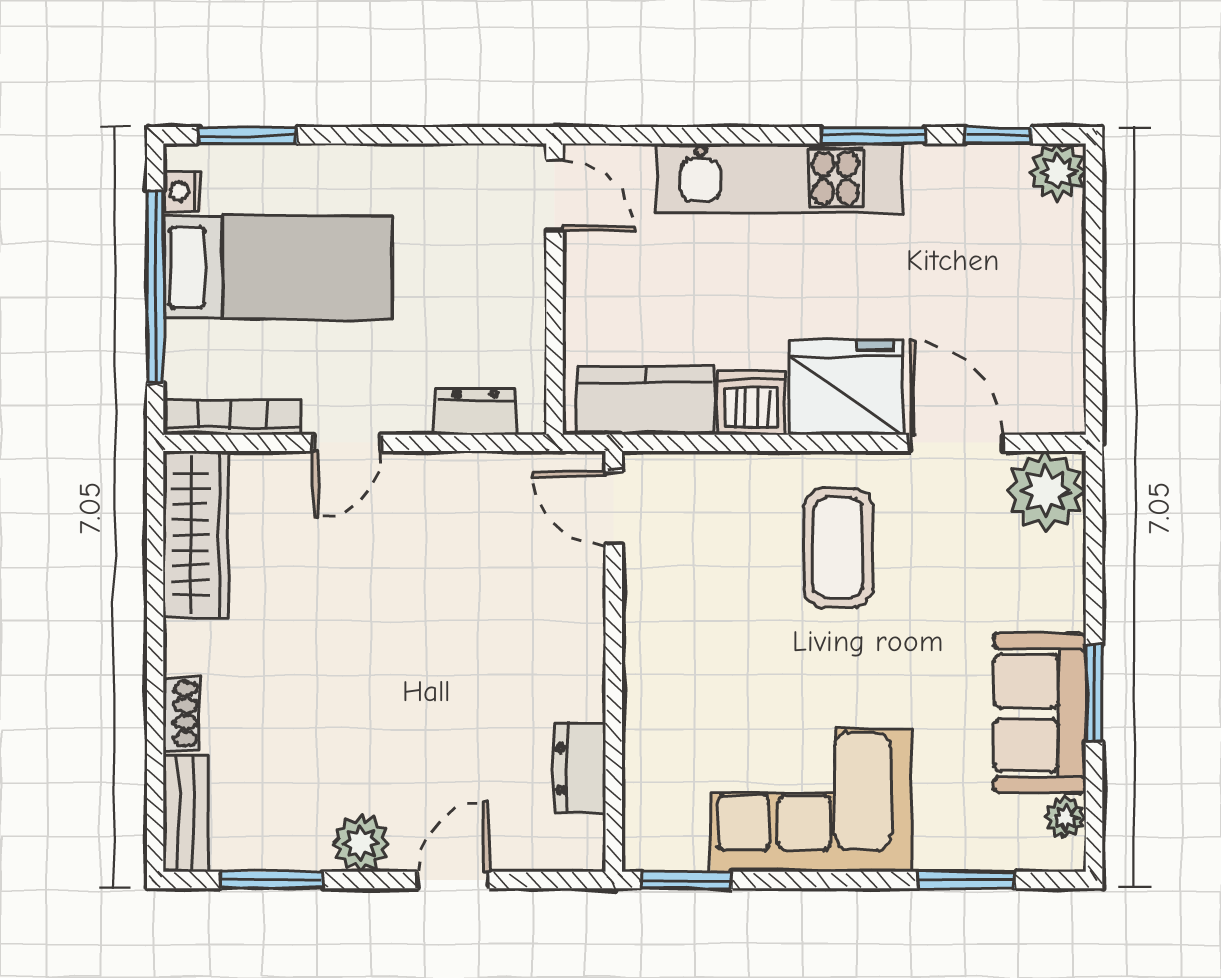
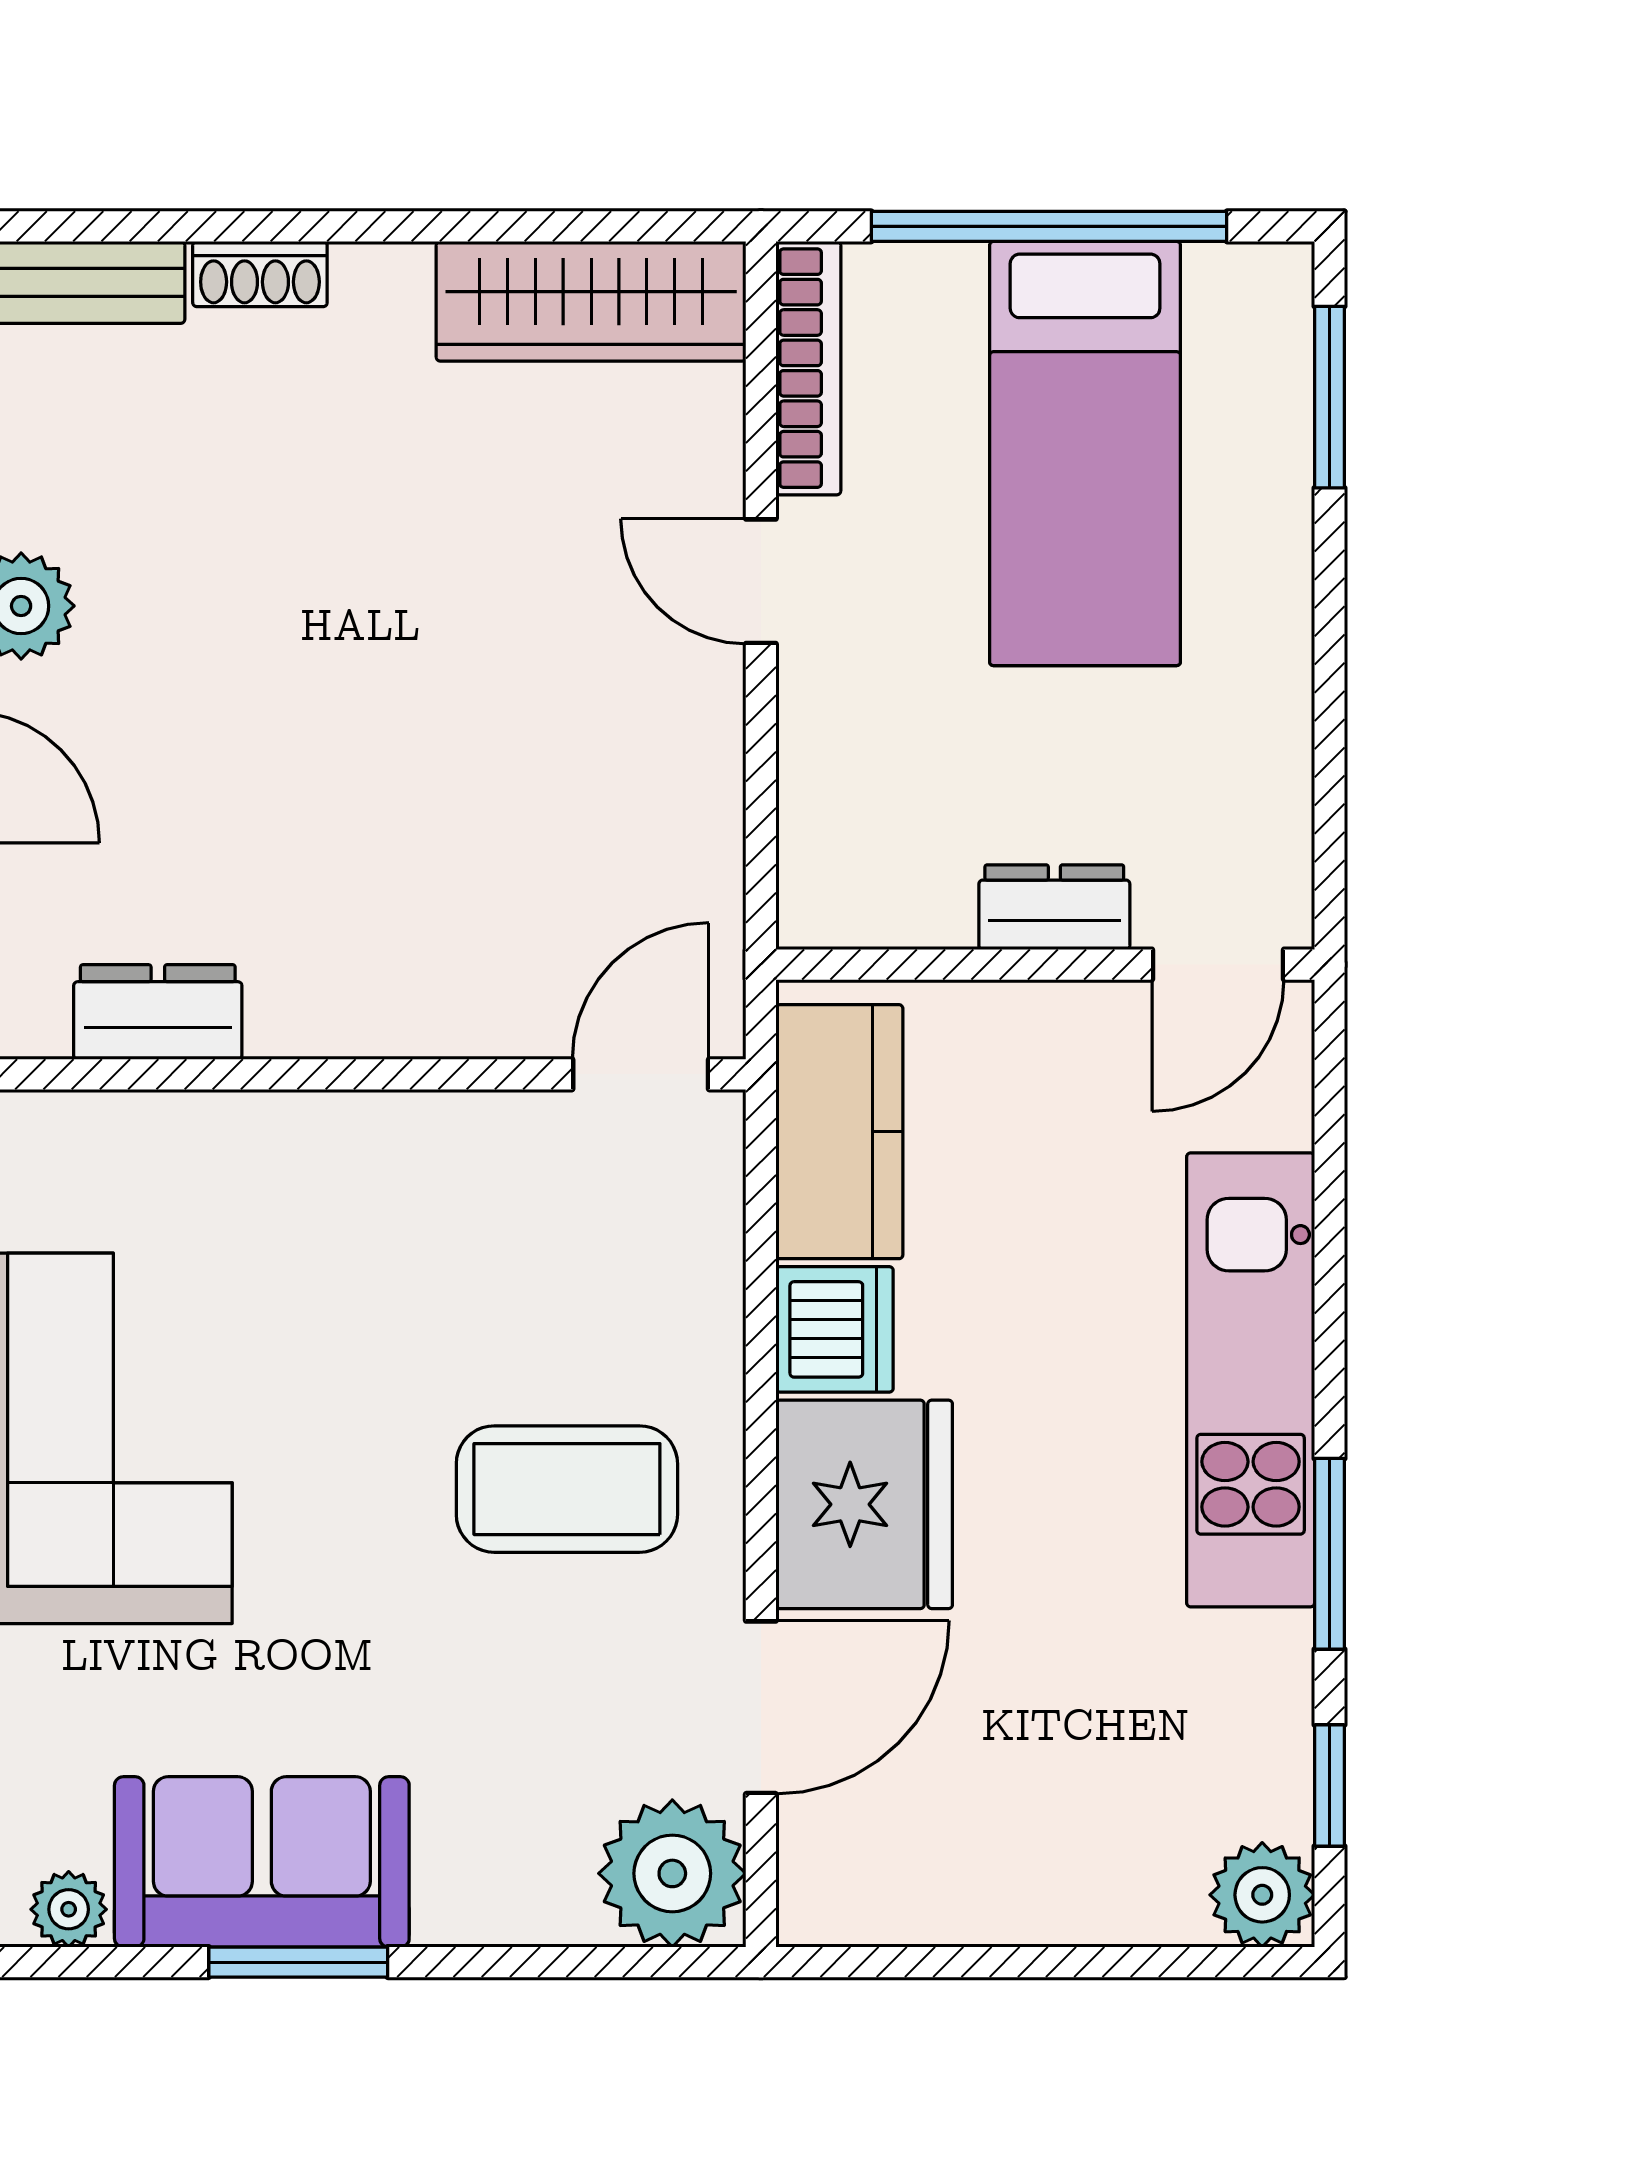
nightstand: (182, 191) -> (1226, 276), removed
dresser: (475, 412) -> (1054, 907), moved, turned -90

